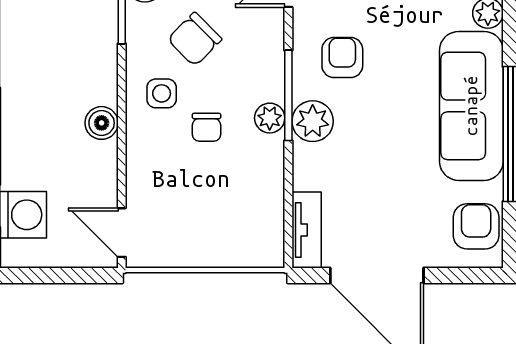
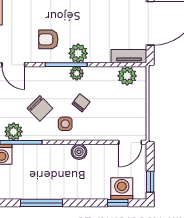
chair: (206, 127) -> (81, 103), turned -52
plant: (264, 226) -> (127, 76), added
window: (38, 275) -> (150, 182), added

